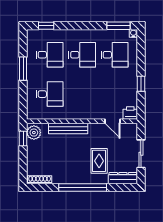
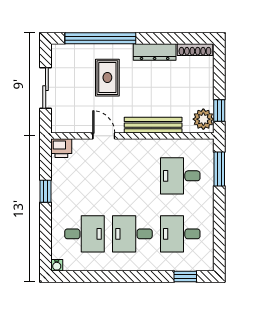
window: (119, 26) -> (79, 277), removed
desk: (115, 55) -> (85, 234), turned 180
window: (23, 69) -> (219, 169), moved
door: (112, 121) -> (104, 136), moved
dresser: (123, 178) -> (155, 52), moved
window: (83, 187) -> (100, 38), moved

